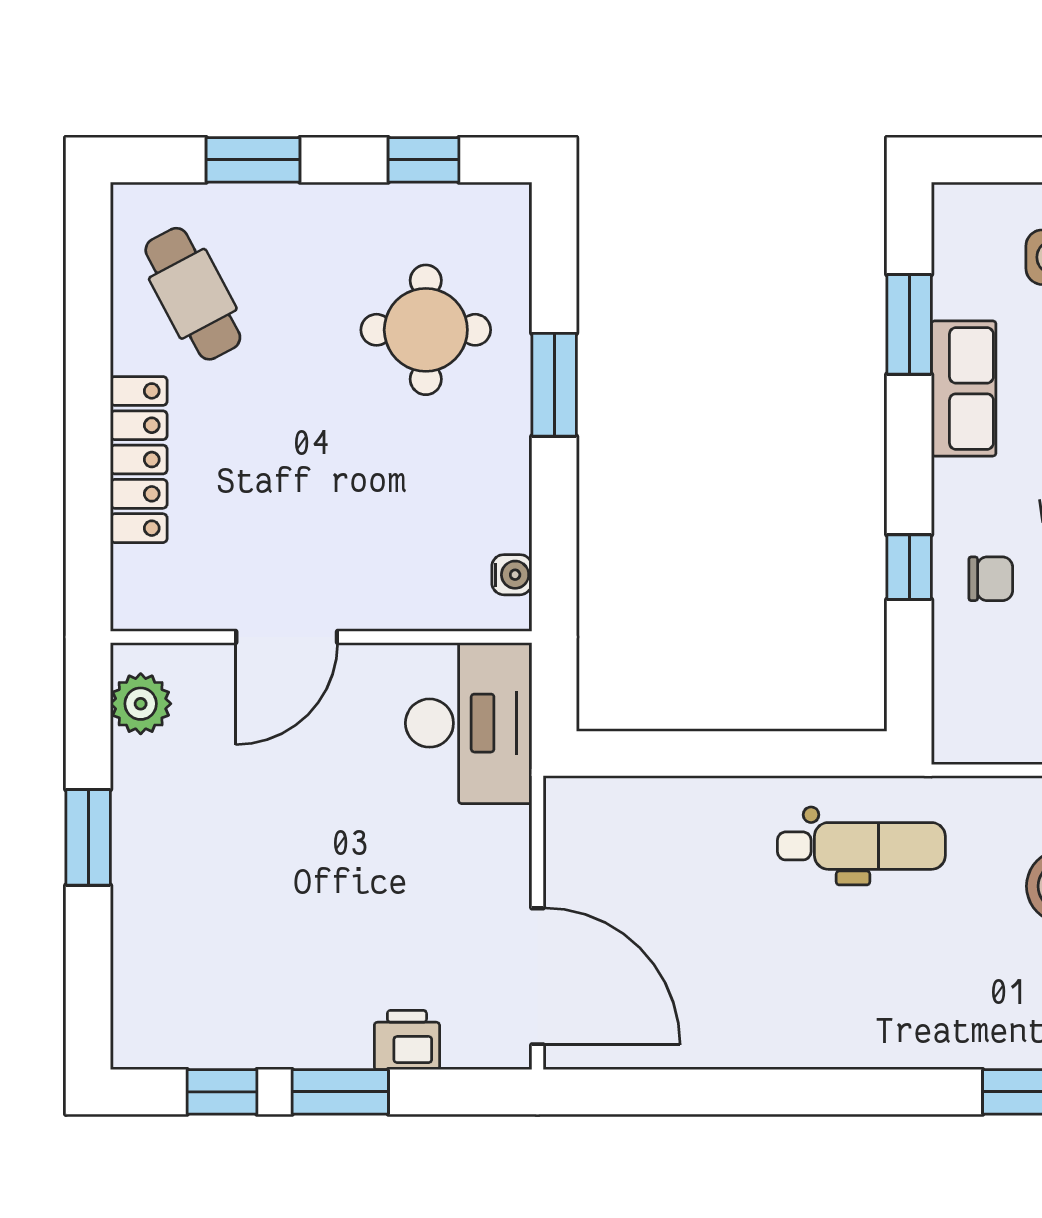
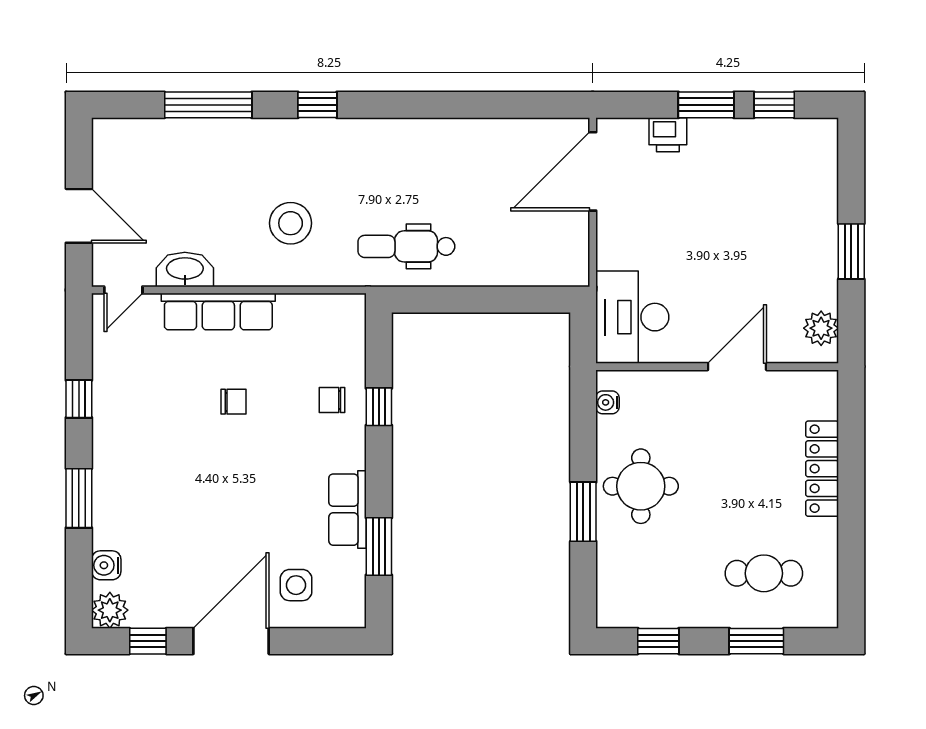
cafe table: (193, 294) -> (764, 573), moved, turned -62
round table: (426, 330) -> (641, 486), moved
door: (537, 976) -> (593, 171), hinge flipped

